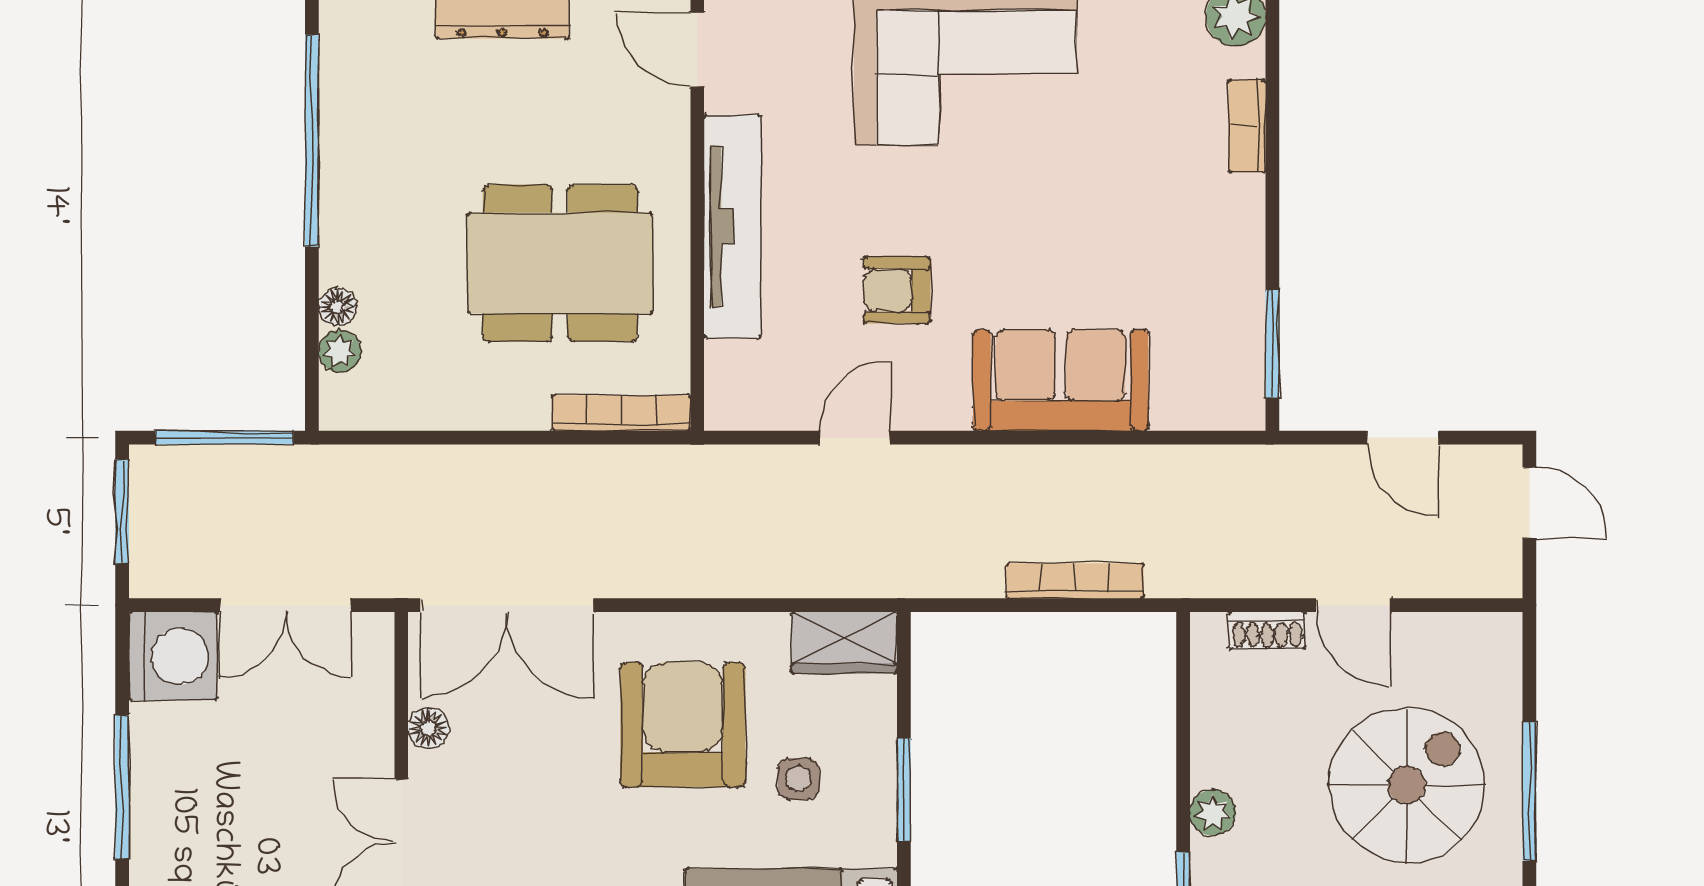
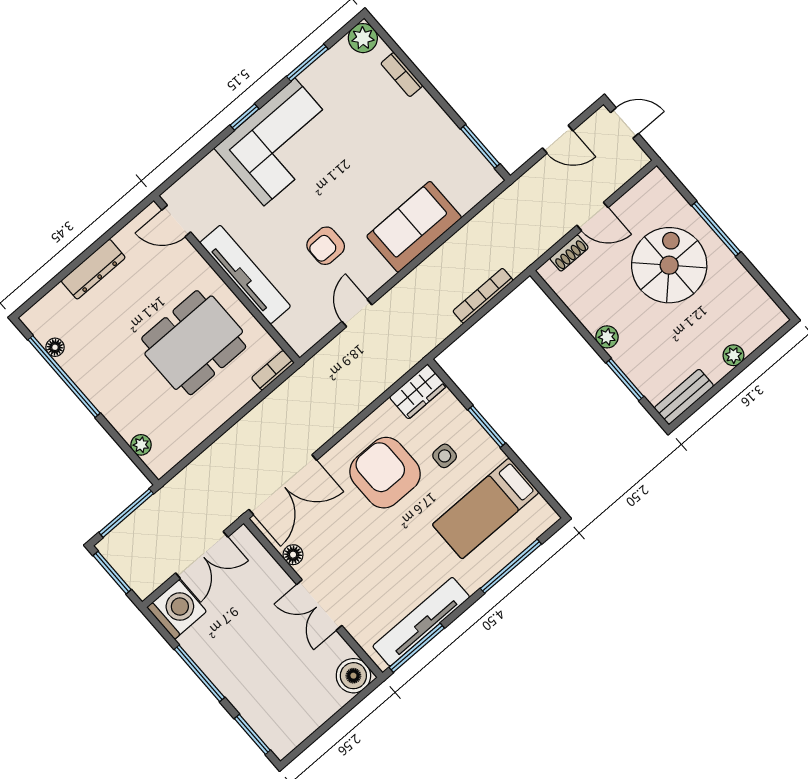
floor lamp: (337, 307) -> (55, 347), moved
bookcase: (621, 413) -> (273, 370), width x0.64

